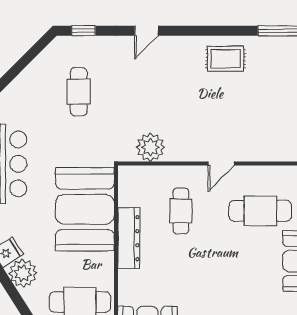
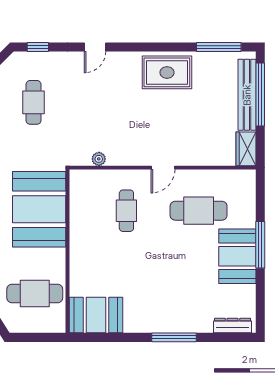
rug: (226, 59) -> (167, 72), width x1.36, depth x1.43
plant: (150, 147) -> (99, 159), width x0.53, depth x0.53
dresser: (129, 238) -> (79, 235), removed

